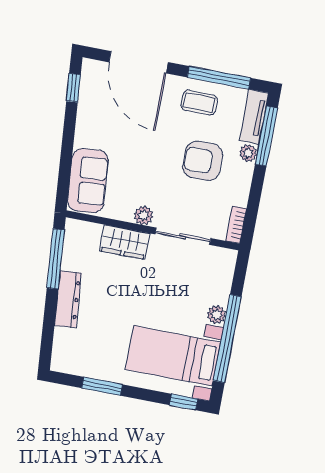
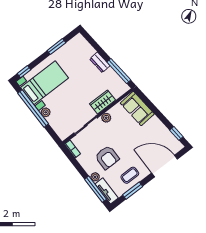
window: (219, 78) -> (133, 191), width x0.69
armchair: (203, 161) -> (107, 157), turned 90
dresser: (68, 299) -> (100, 62), width x0.70

